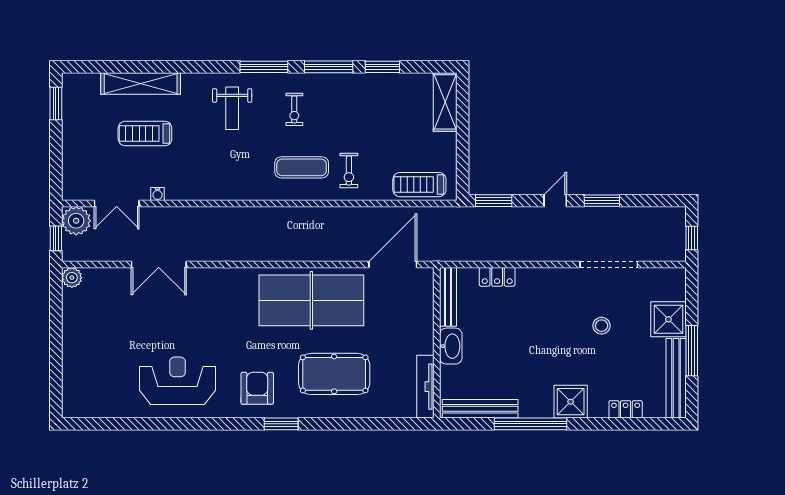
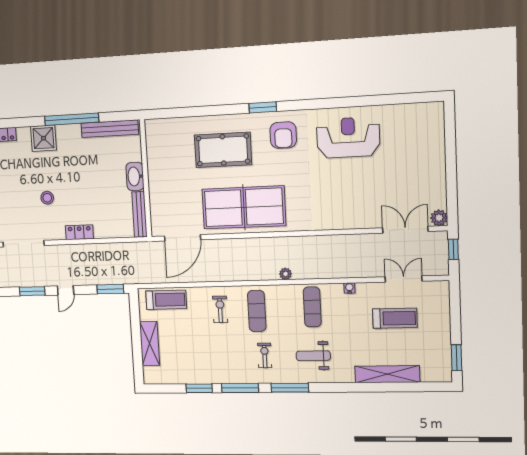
shelving: (445, 102) -> (150, 343), moved
weight bench: (232, 108) -> (313, 356), turned -90
treadmill: (145, 133) -> (395, 318), moved
exercise mat: (302, 167) -> (257, 311), turned 90
exercise mat: (231, 171) -> (312, 307), added
water cooler: (158, 194) -> (349, 288), moved
plant: (76, 221) -> (285, 274), moved, width x0.53, depth x0.53
double door: (159, 265) -> (405, 230), moved
locker: (497, 277) -> (79, 232), moved
stool: (602, 326) -> (47, 198), moved
reception desk: (177, 381) -> (348, 138), turned 180
tv unit: (425, 387) -> (152, 144), removed

